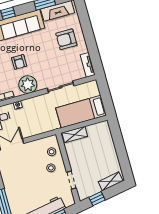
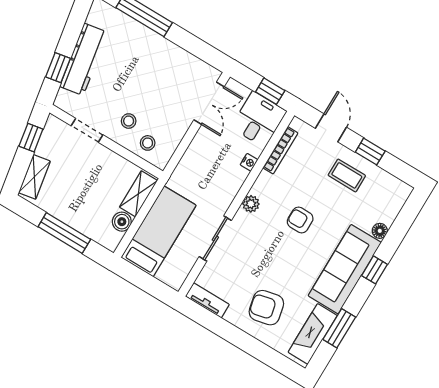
armchair: (66, 39) -> (266, 308), turned -103
plant: (28, 85) -> (251, 204), width x0.53, depth x0.53
boiler: (92, 130) -> (122, 222), added
window: (120, 147) -> (64, 233), added

